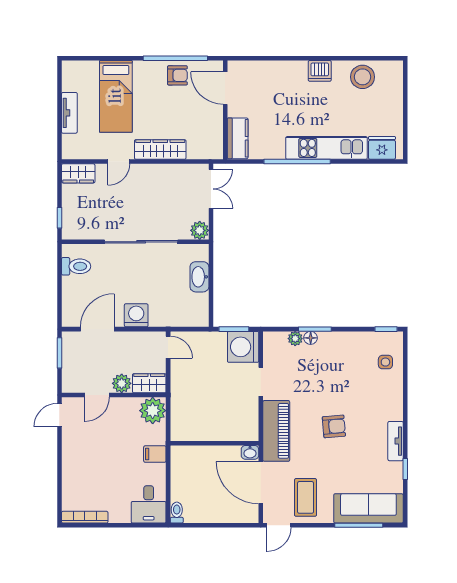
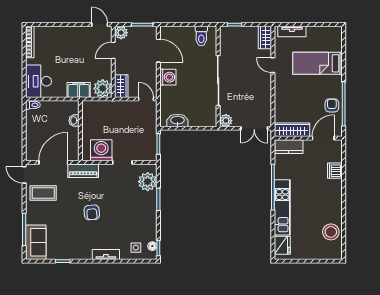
dishwasher: (320, 71) -> (335, 171), moved
armchair: (177, 75) -> (332, 105), turned 180
tv unit: (69, 113) -> (292, 31), moved
wardrobe: (160, 149) -> (292, 130), moved, turned -90
washbasin: (199, 277) -> (177, 120), moved
floor lamp: (311, 338) -> (152, 246), moved
plant: (295, 339) -> (148, 182), width x1.87, depth x1.87
door: (168, 347) -> (146, 99), swing flipped
washing machine: (243, 347) -> (101, 150), moved
plant: (122, 383) -> (121, 33), moved
door: (97, 395) -> (113, 50), hinge flipped
piano: (276, 431) -> (83, 171), width x0.73, depth x0.75
tv unit: (396, 441) -> (106, 255), moved
washbasin: (250, 452) -> (74, 121), moved
filing cabinet: (155, 454) -> (79, 90), width x2.00
desk: (149, 504) -> (38, 81), width x1.37
sofa: (368, 508) -> (36, 242), width x0.73

